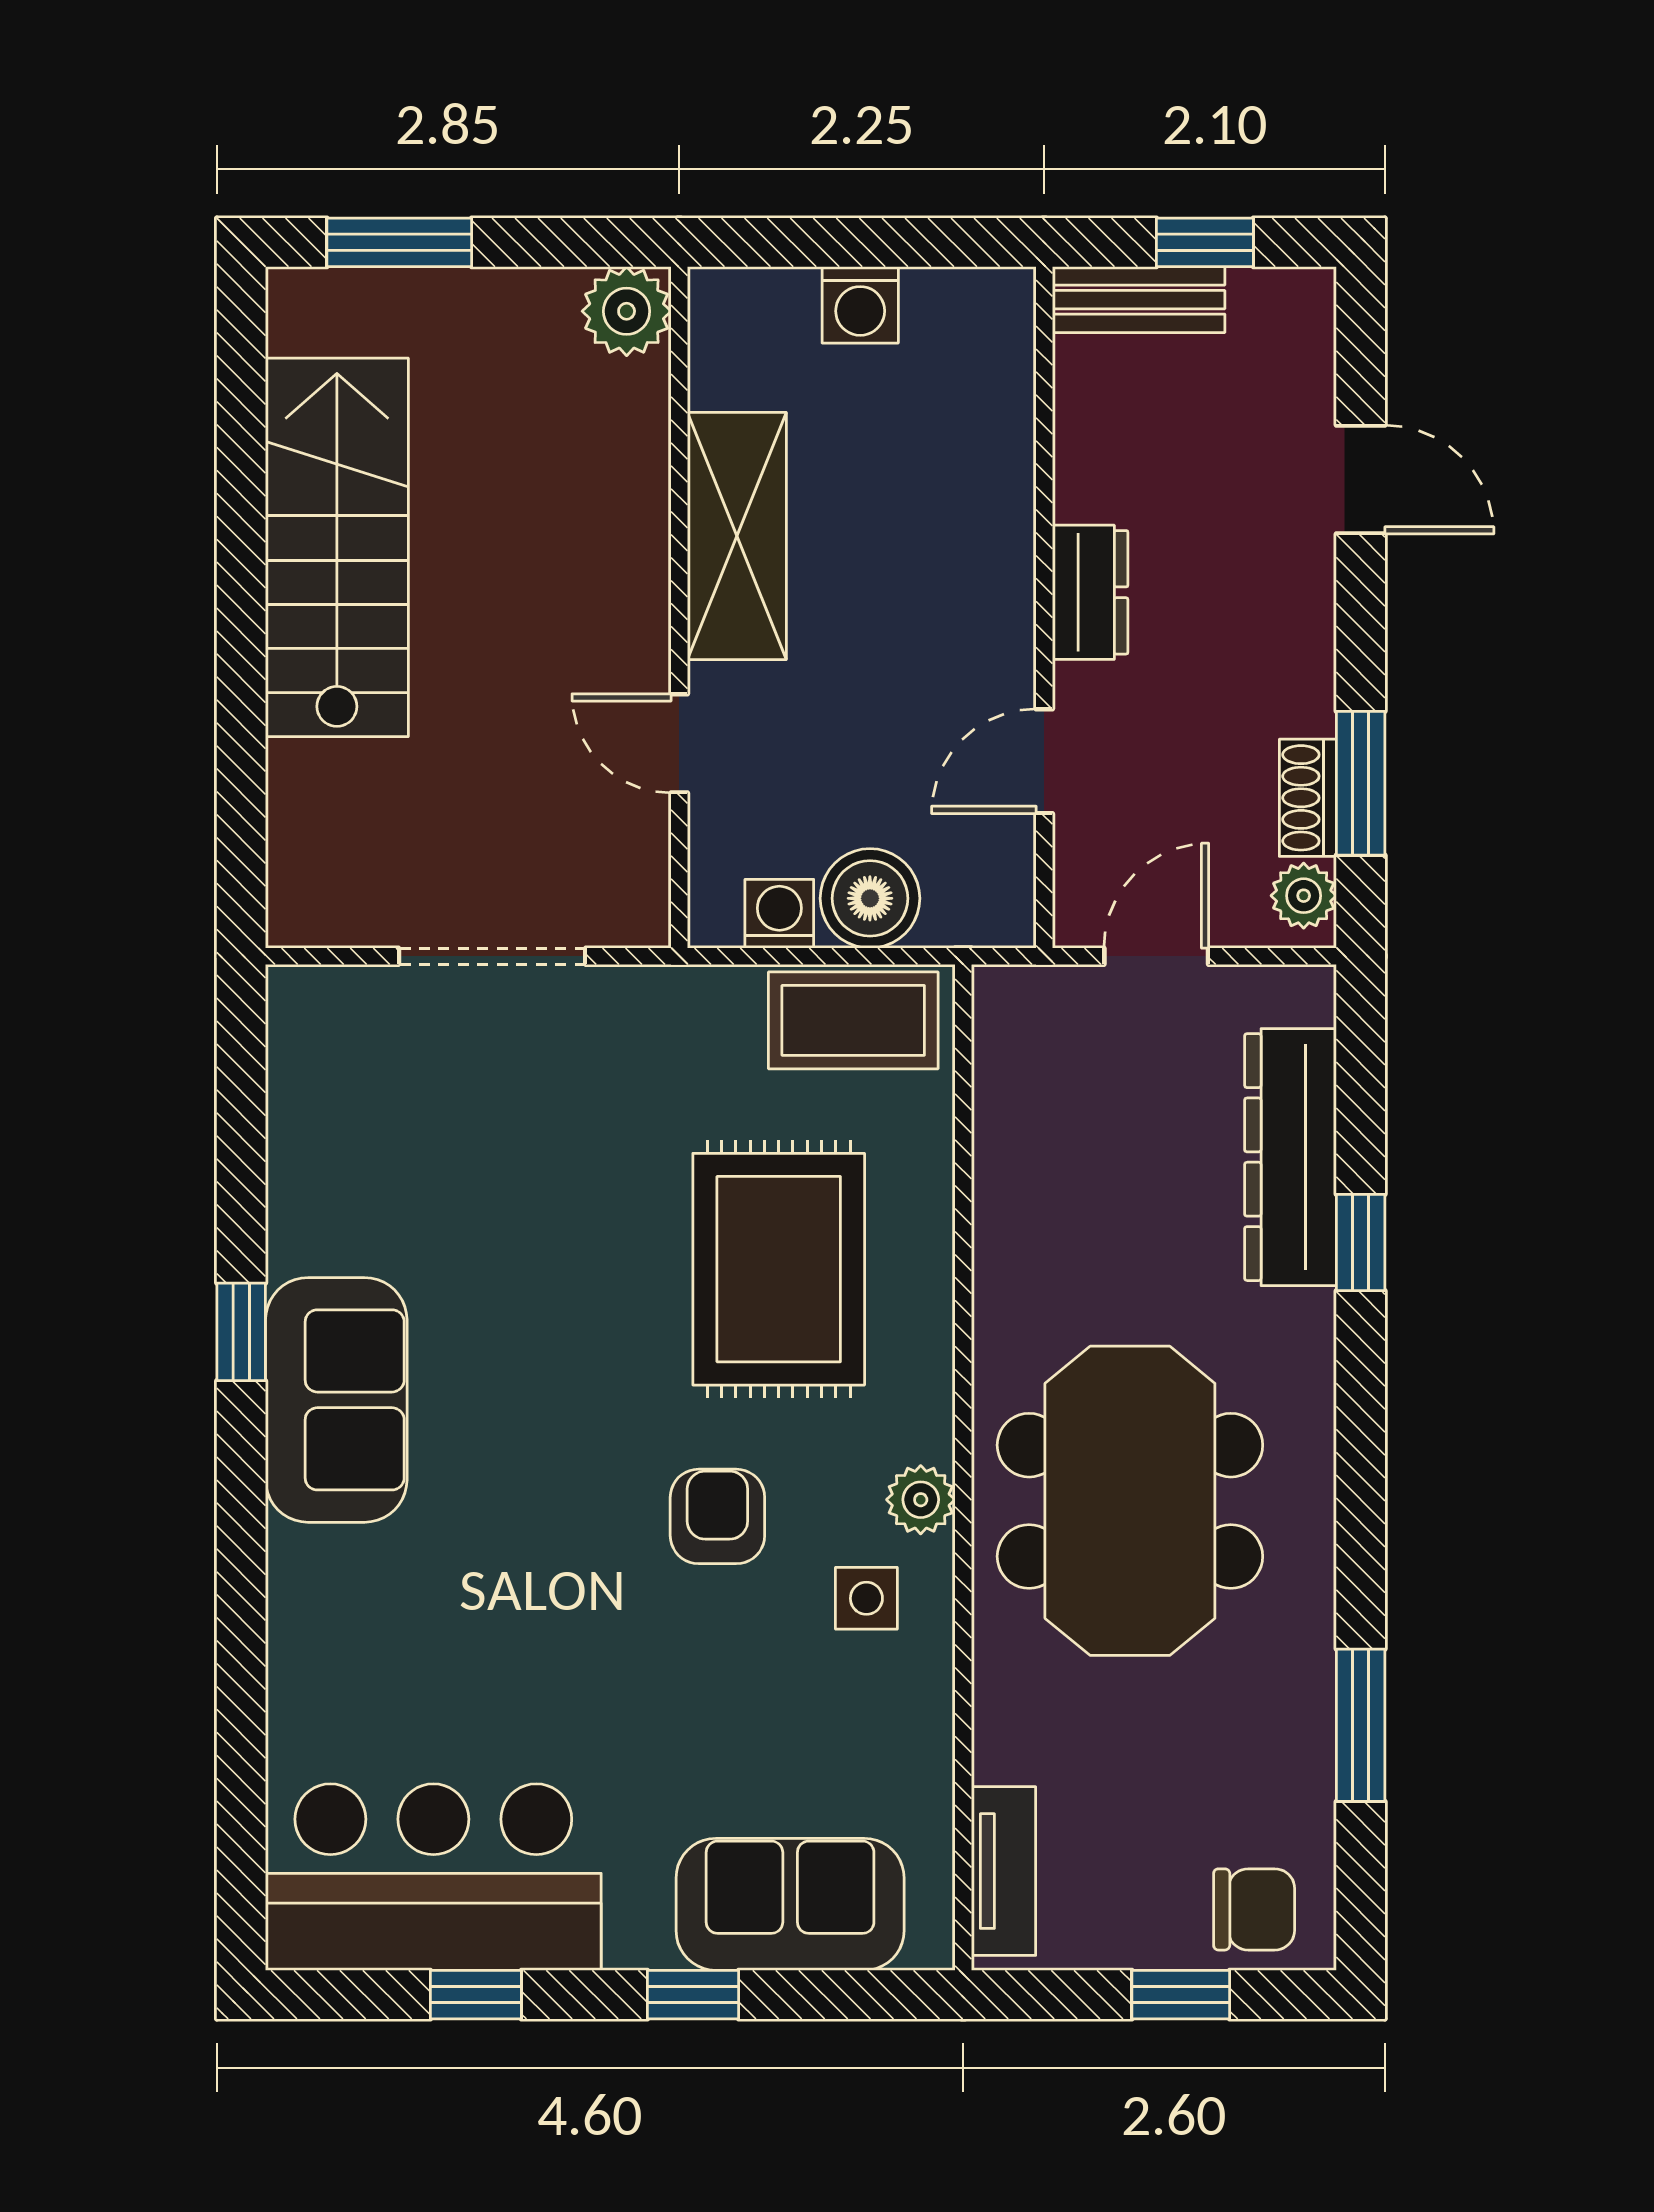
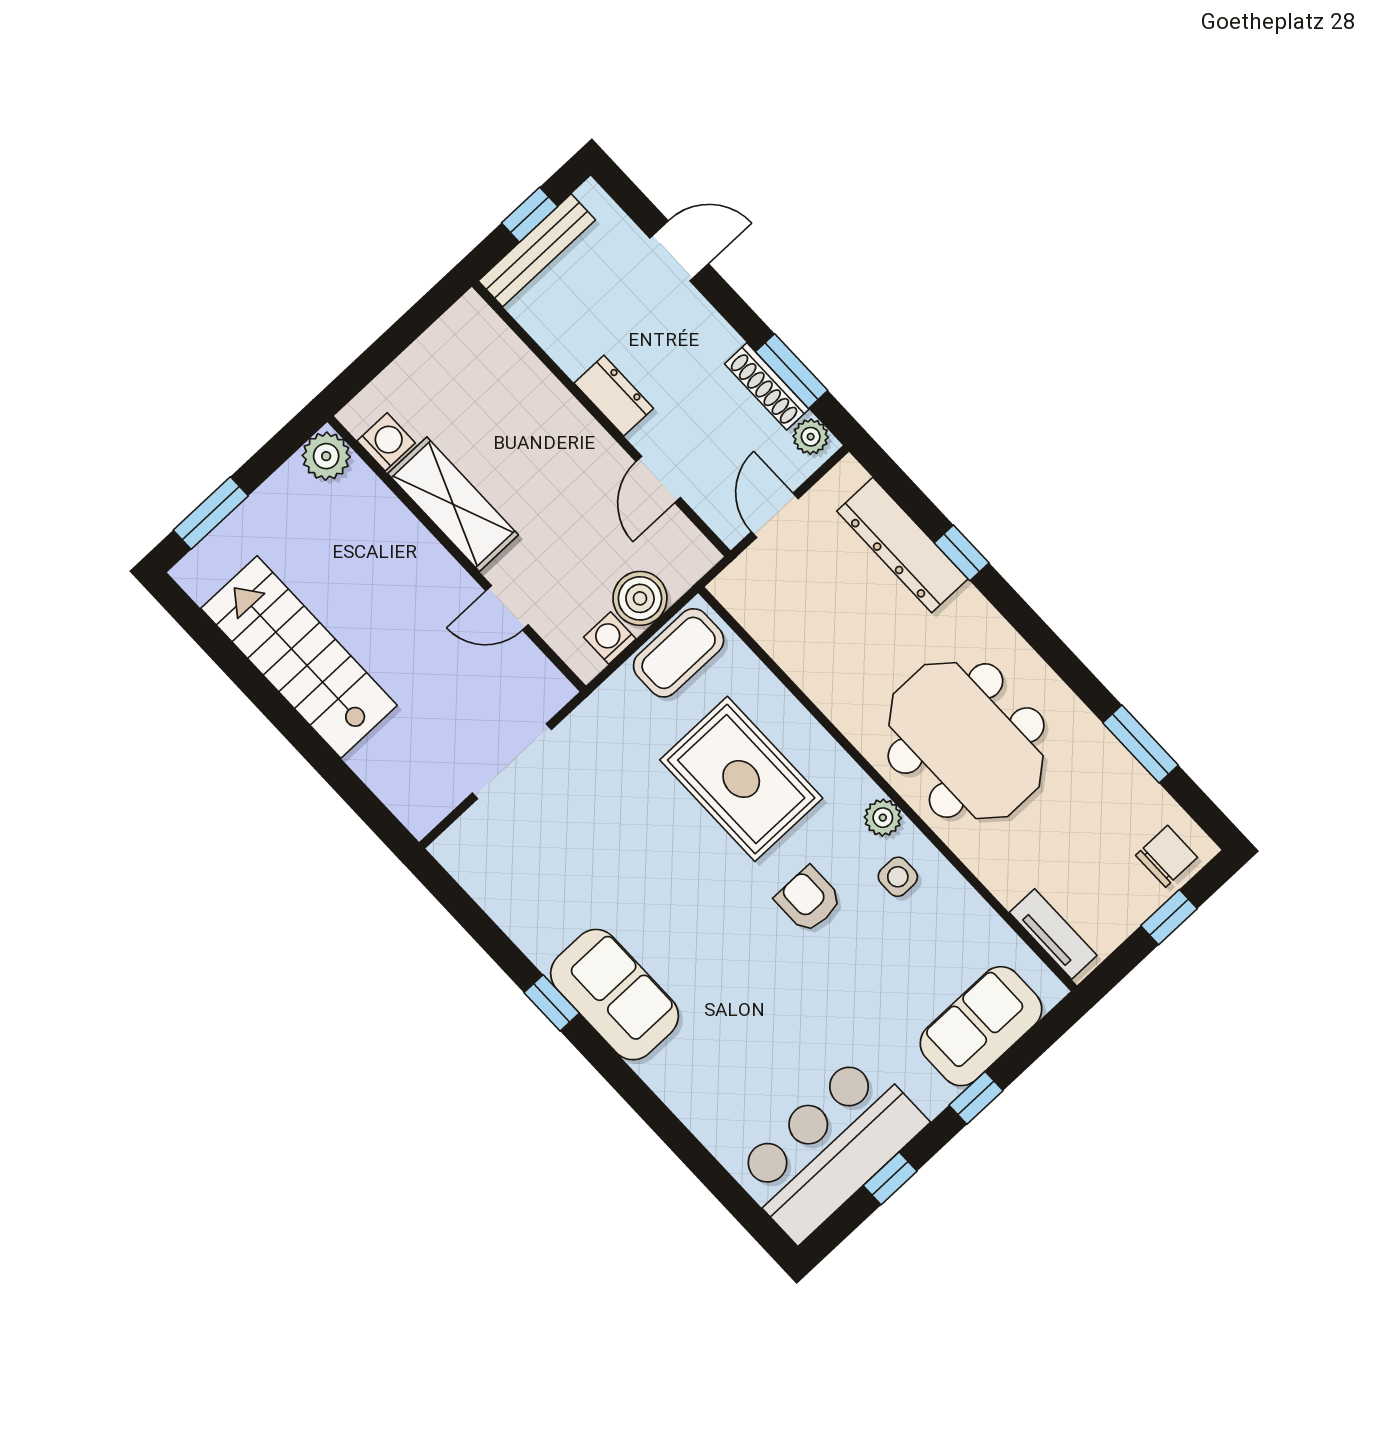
bench: (1139, 300) -> (537, 250), width x1.36
washing machine: (860, 305) -> (386, 442), moved, turned -90
shoe rack: (1308, 798) -> (767, 386), width x1.43

